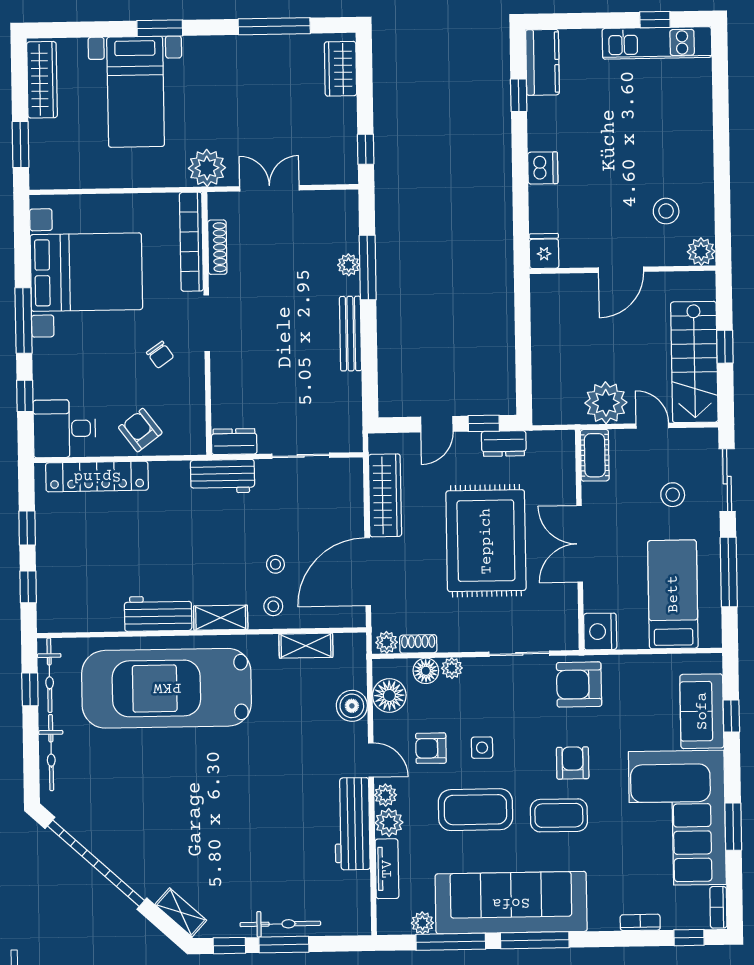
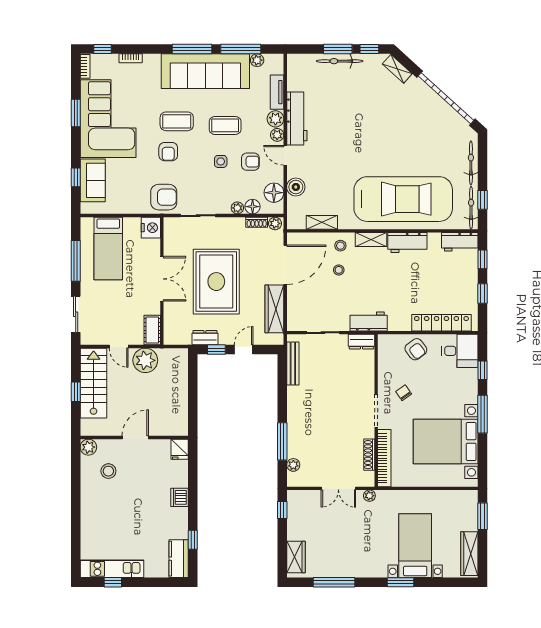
plant: (207, 168) -> (369, 496), width x0.53, depth x0.53
plant: (349, 265) -> (293, 465), moved
bench: (350, 334) -> (293, 364), moved
stool: (673, 495) -> (107, 306), removed
workbench: (68, 616) -> (460, 242), added
coffee table: (475, 810) -> (225, 125), width x0.73, depth x0.76

